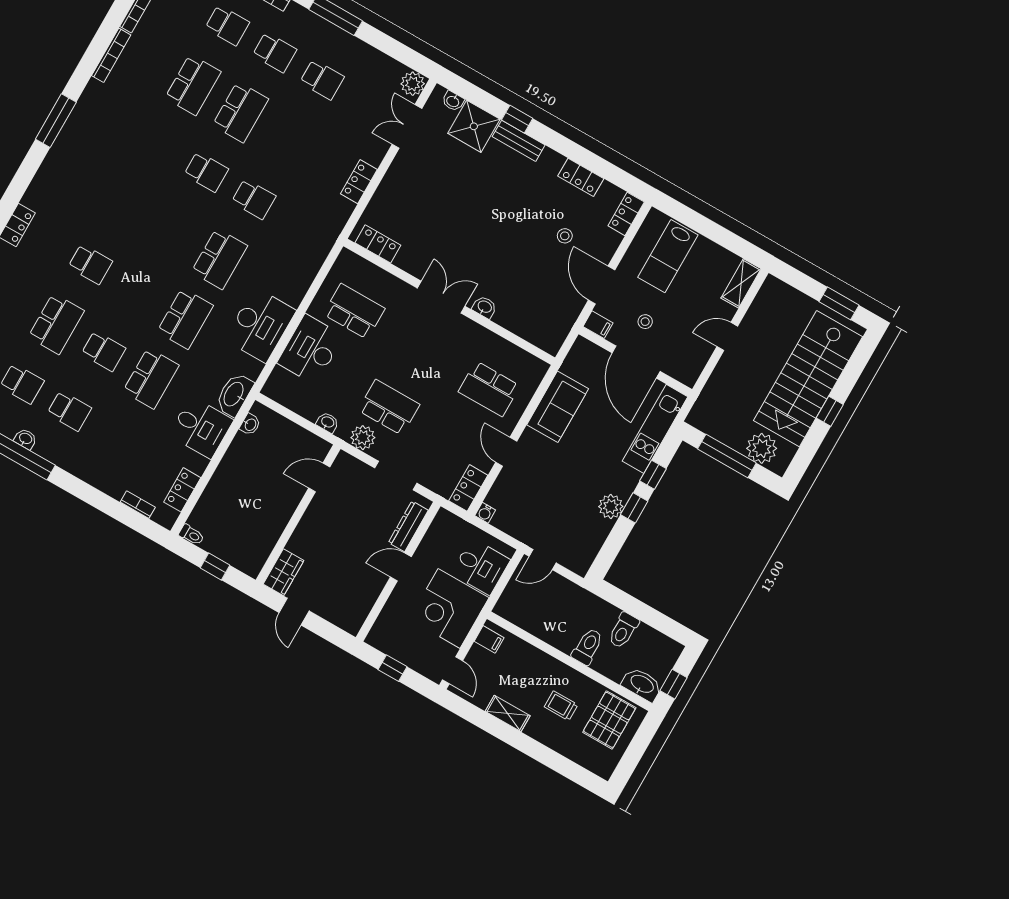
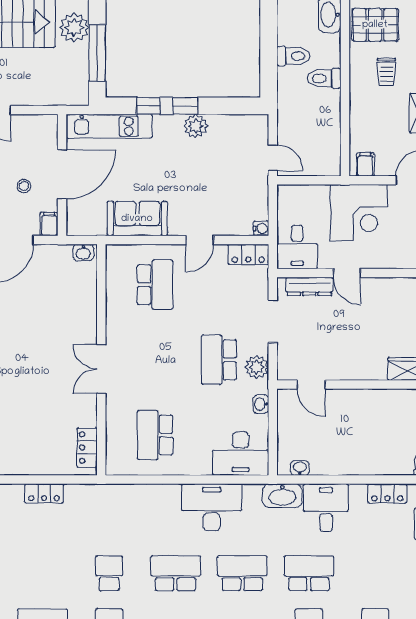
washbasin: (485, 307) -> (83, 253), moved, turned -90
desk: (310, 349) -> (241, 453), moved
desk: (481, 567) -> (297, 247), moved, turned 180

